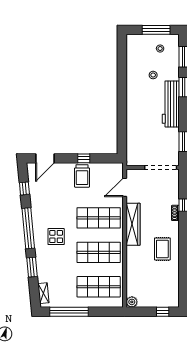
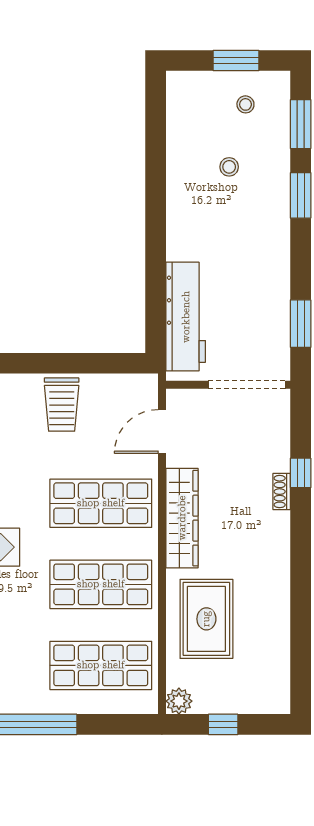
window: (156, 30) -> (236, 60), width x0.69
workbench: (171, 104) -> (186, 317), moved, turned 180
window: (84, 158) -> (66, 363), removed
rug: (162, 249) -> (206, 619), moved, width x1.36, depth x1.43
window: (163, 312) -> (223, 724), moved

